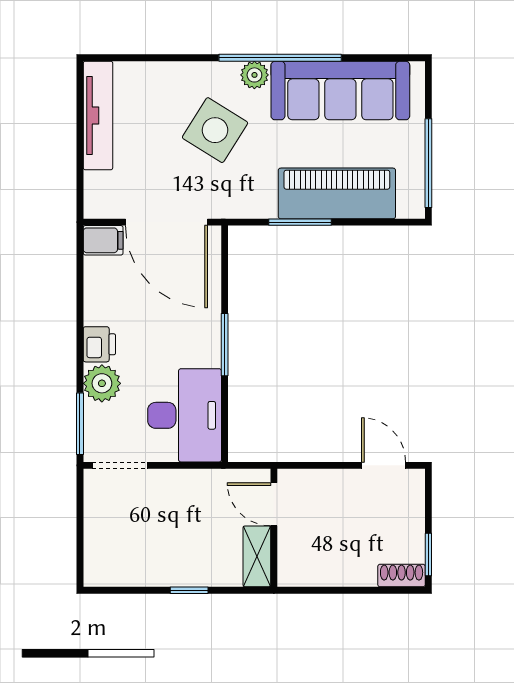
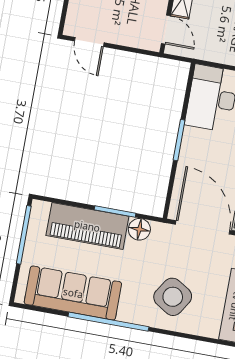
plant: (254, 75) -> (127, 313), removed
side table: (215, 130) -> (173, 297), moved
floor lamp: (259, 202) -> (139, 229), added

